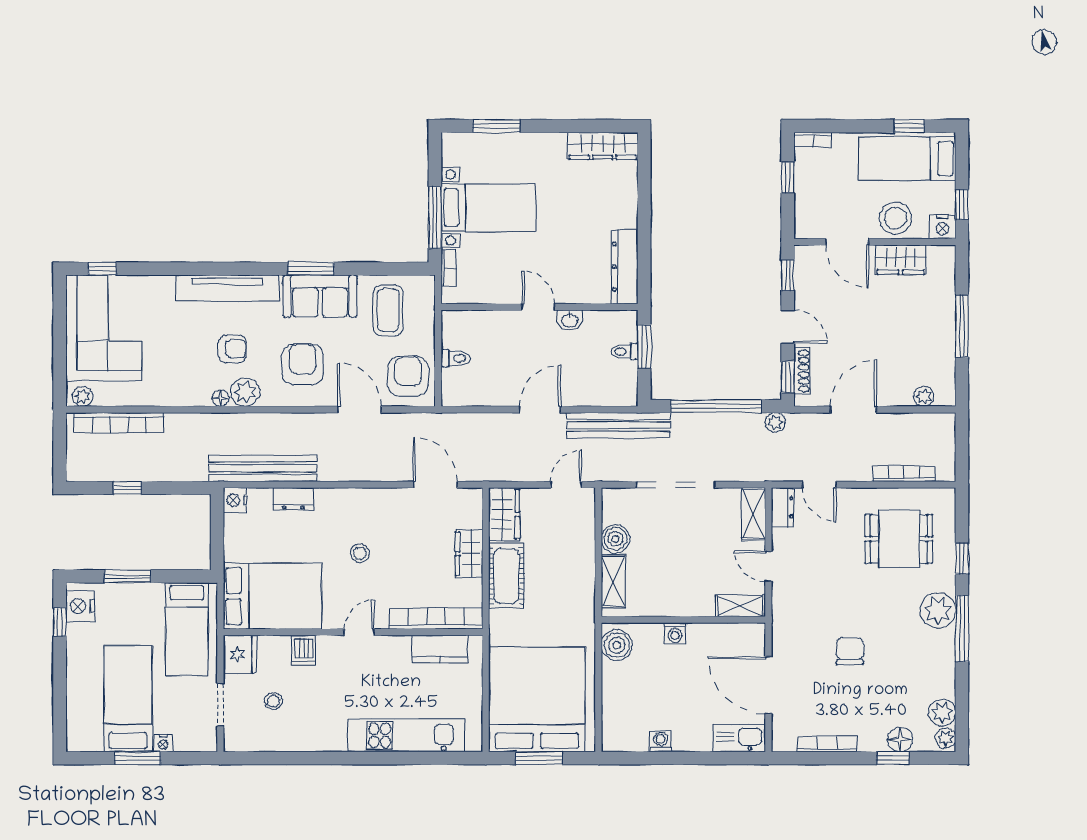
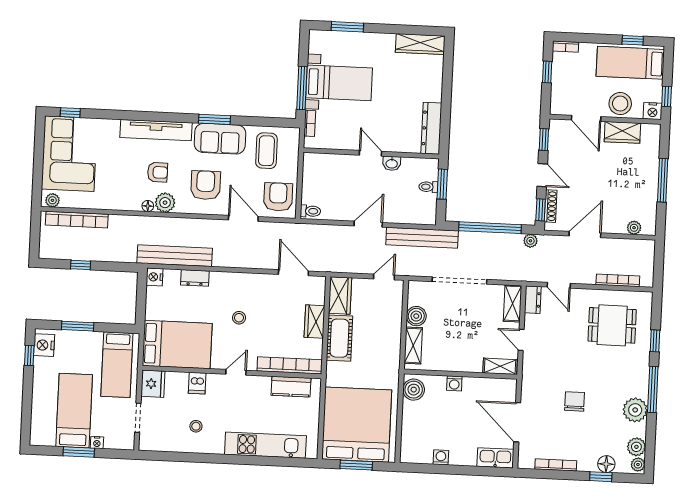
toilet: (456, 358) -> (310, 211), moved
plant: (938, 610) -> (635, 410), moved
stool: (273, 701) -> (196, 426), moved

